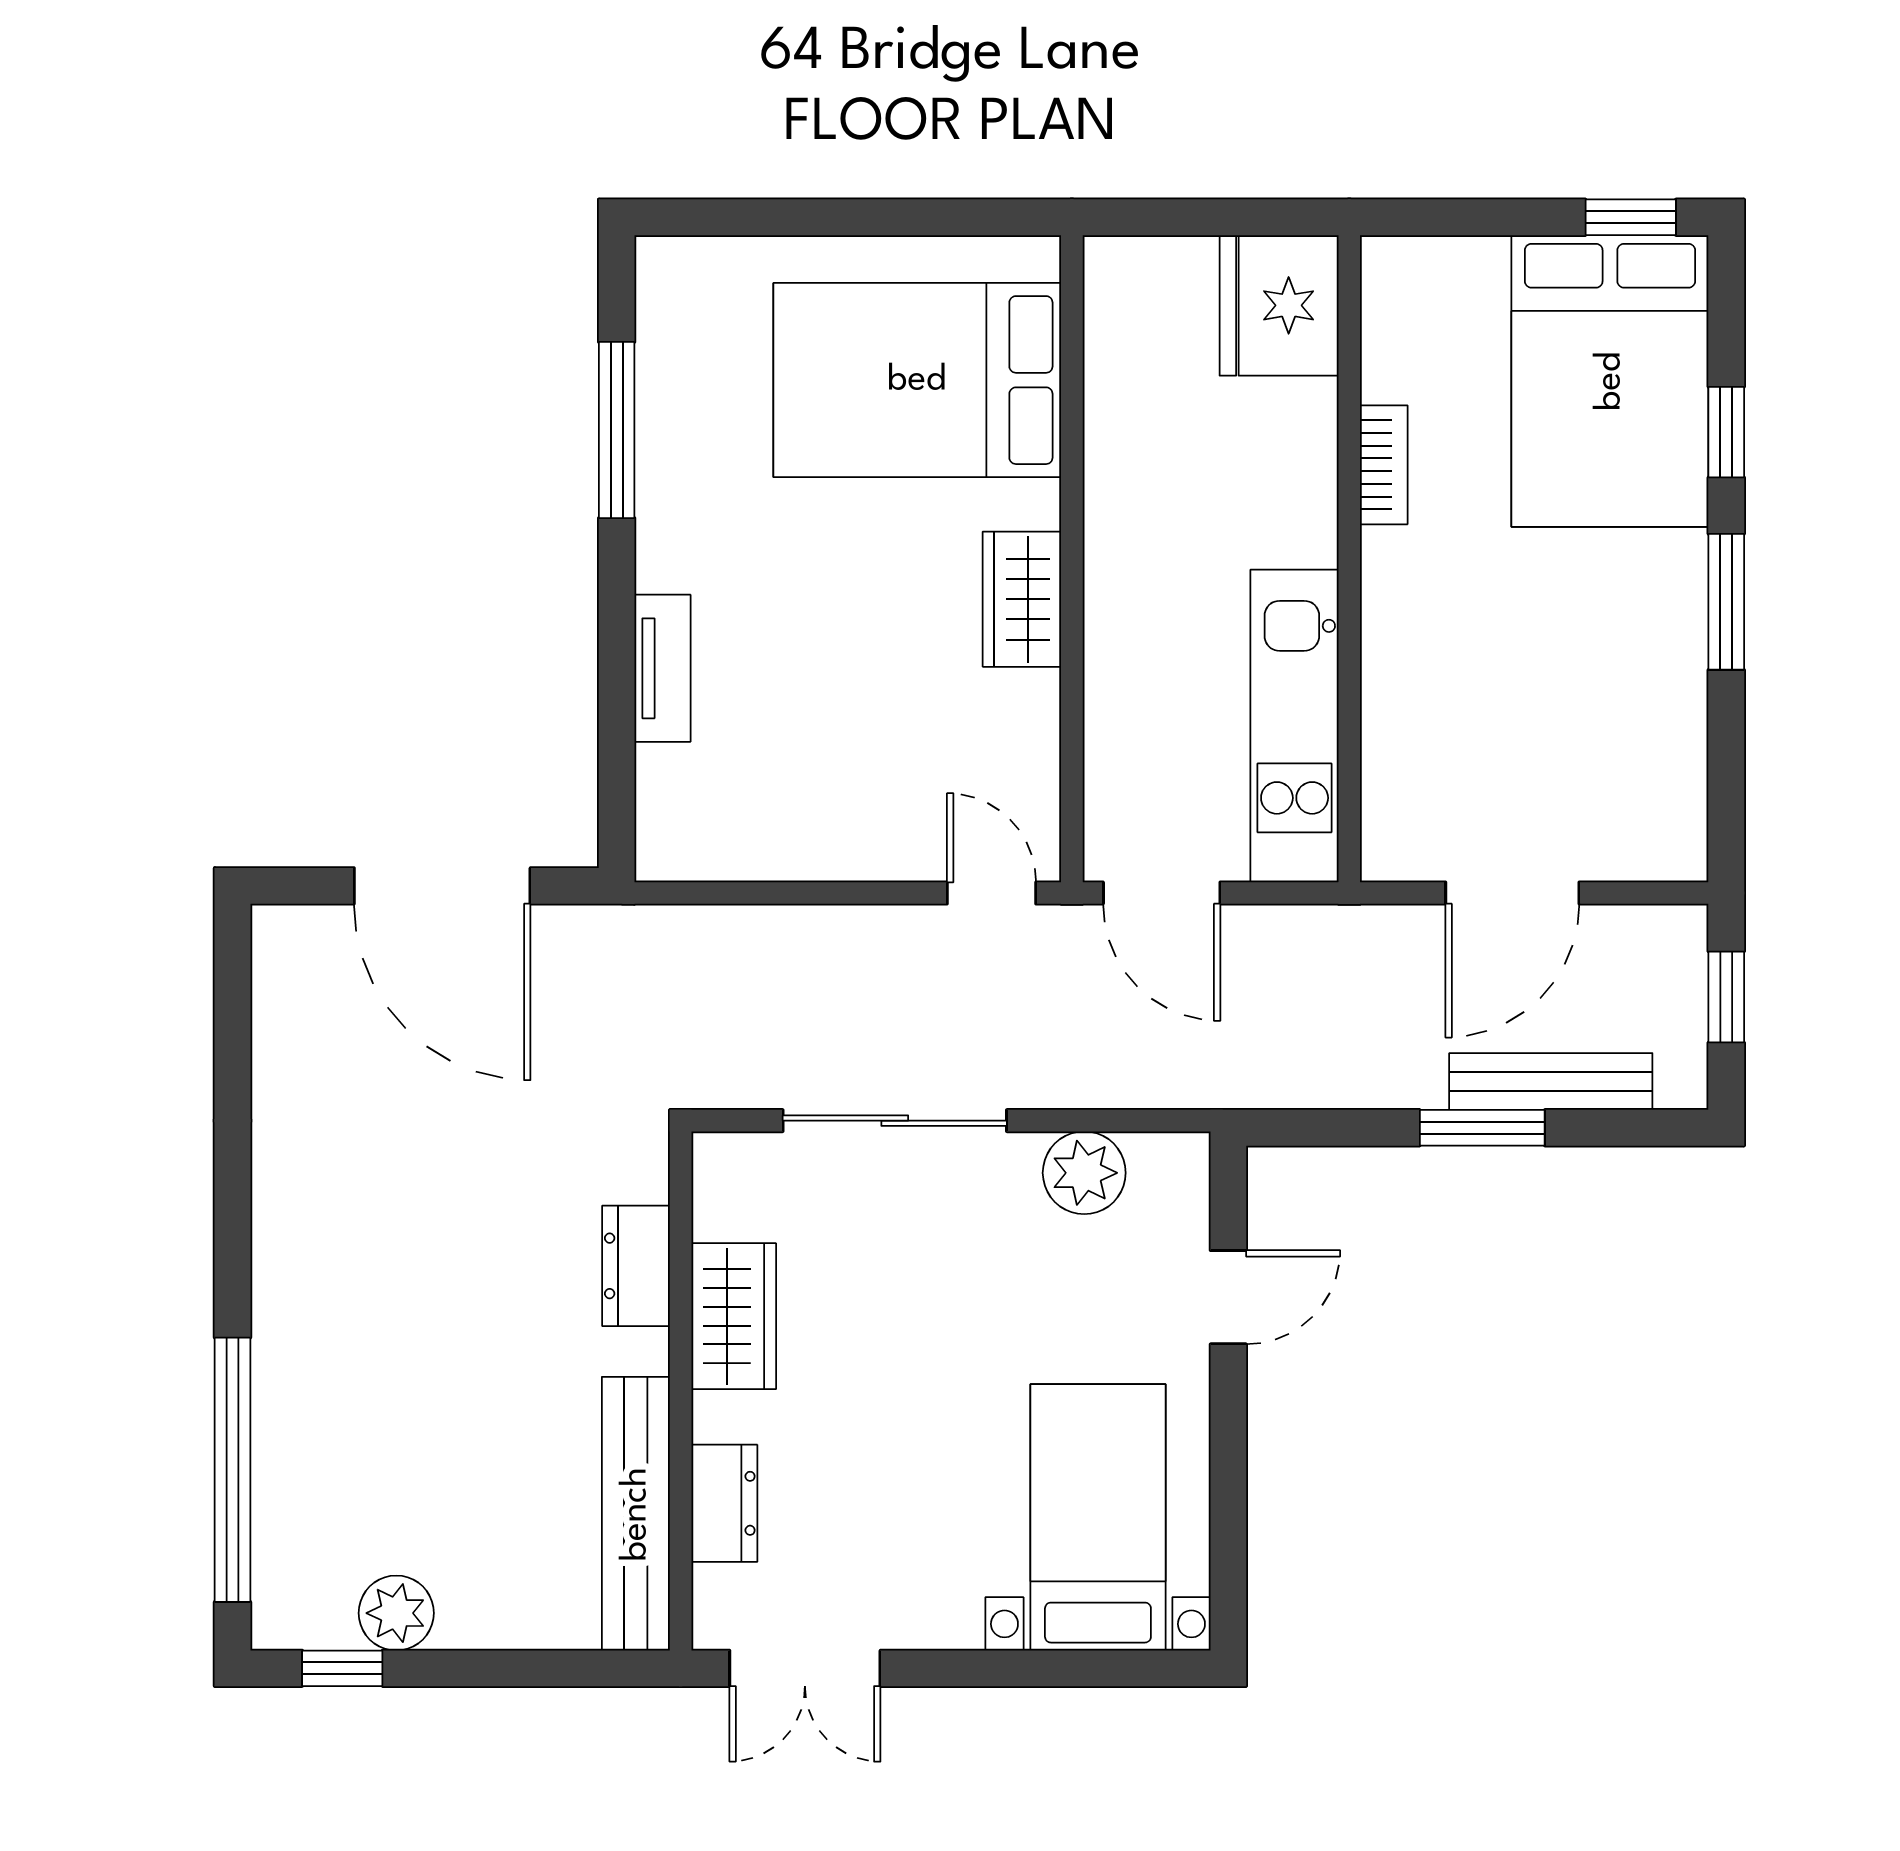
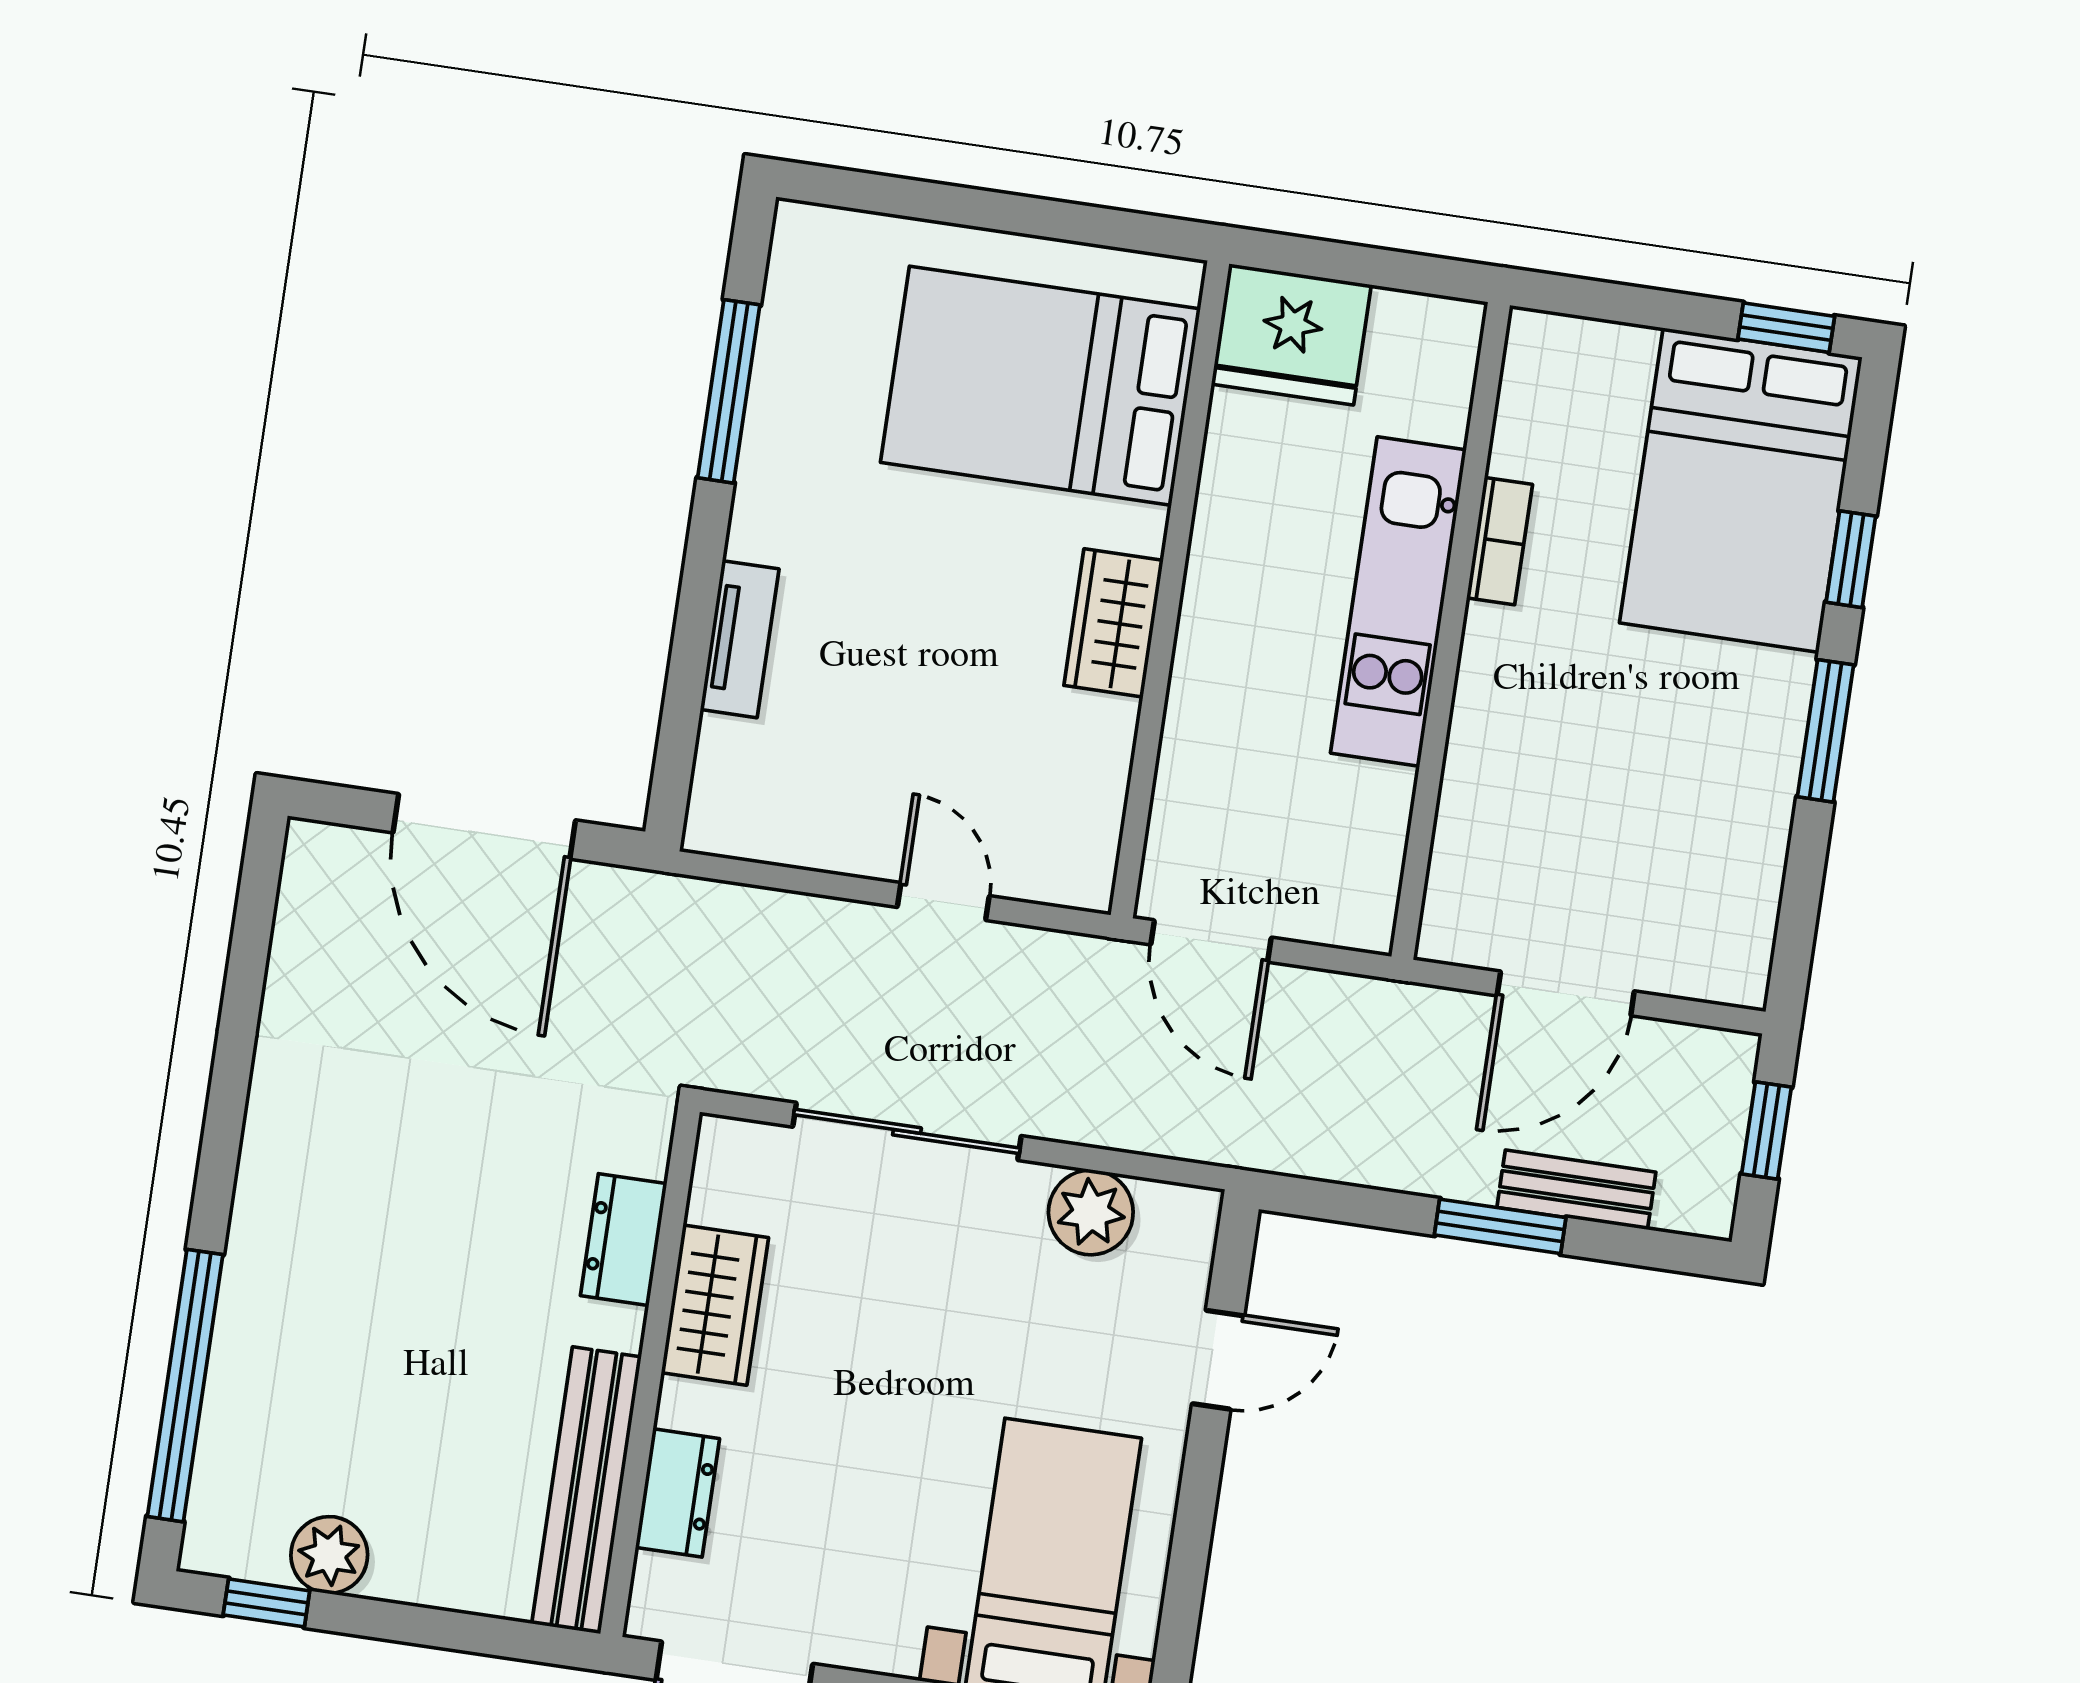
fridge: (1279, 305) -> (1291, 334), moved, turned -90
kitchen unit: (1295, 726) -> (1398, 601), moved
door: (992, 893) -> (943, 901), moved
bench: (1551, 1082) -> (1576, 1190), width x0.73

